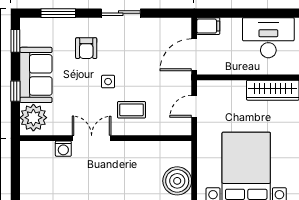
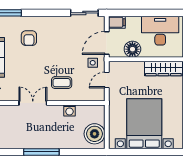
sliding door: (121, 13) -> (84, 13), moved
floor lamp: (230, 63) -> (132, 49), added
side table: (108, 82) -> (93, 63), moved
washing machine: (63, 149) -> (69, 111), moved

